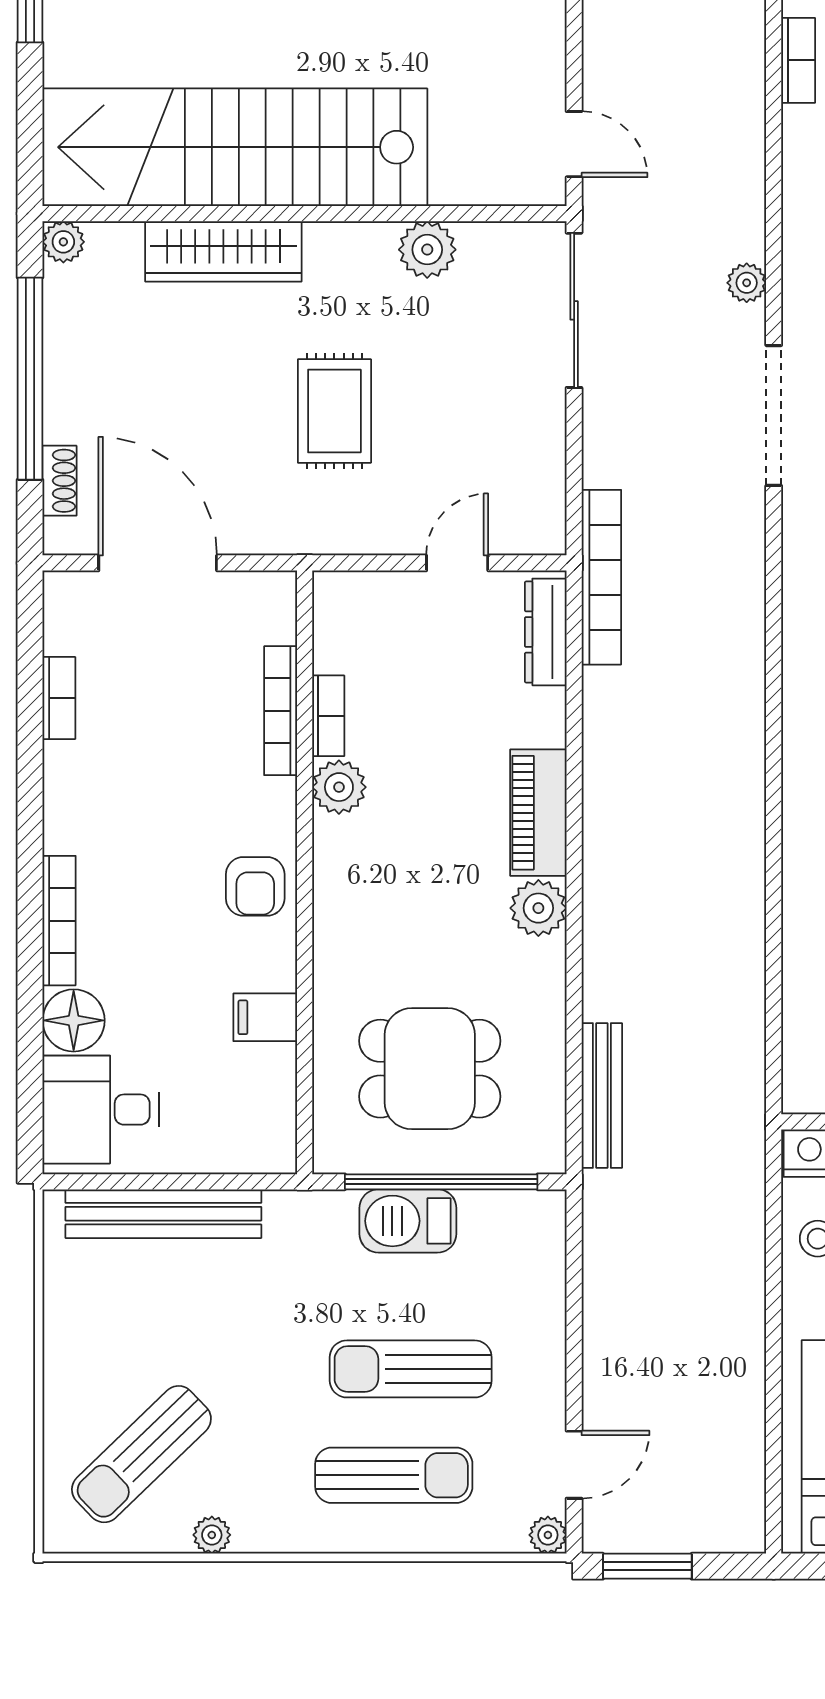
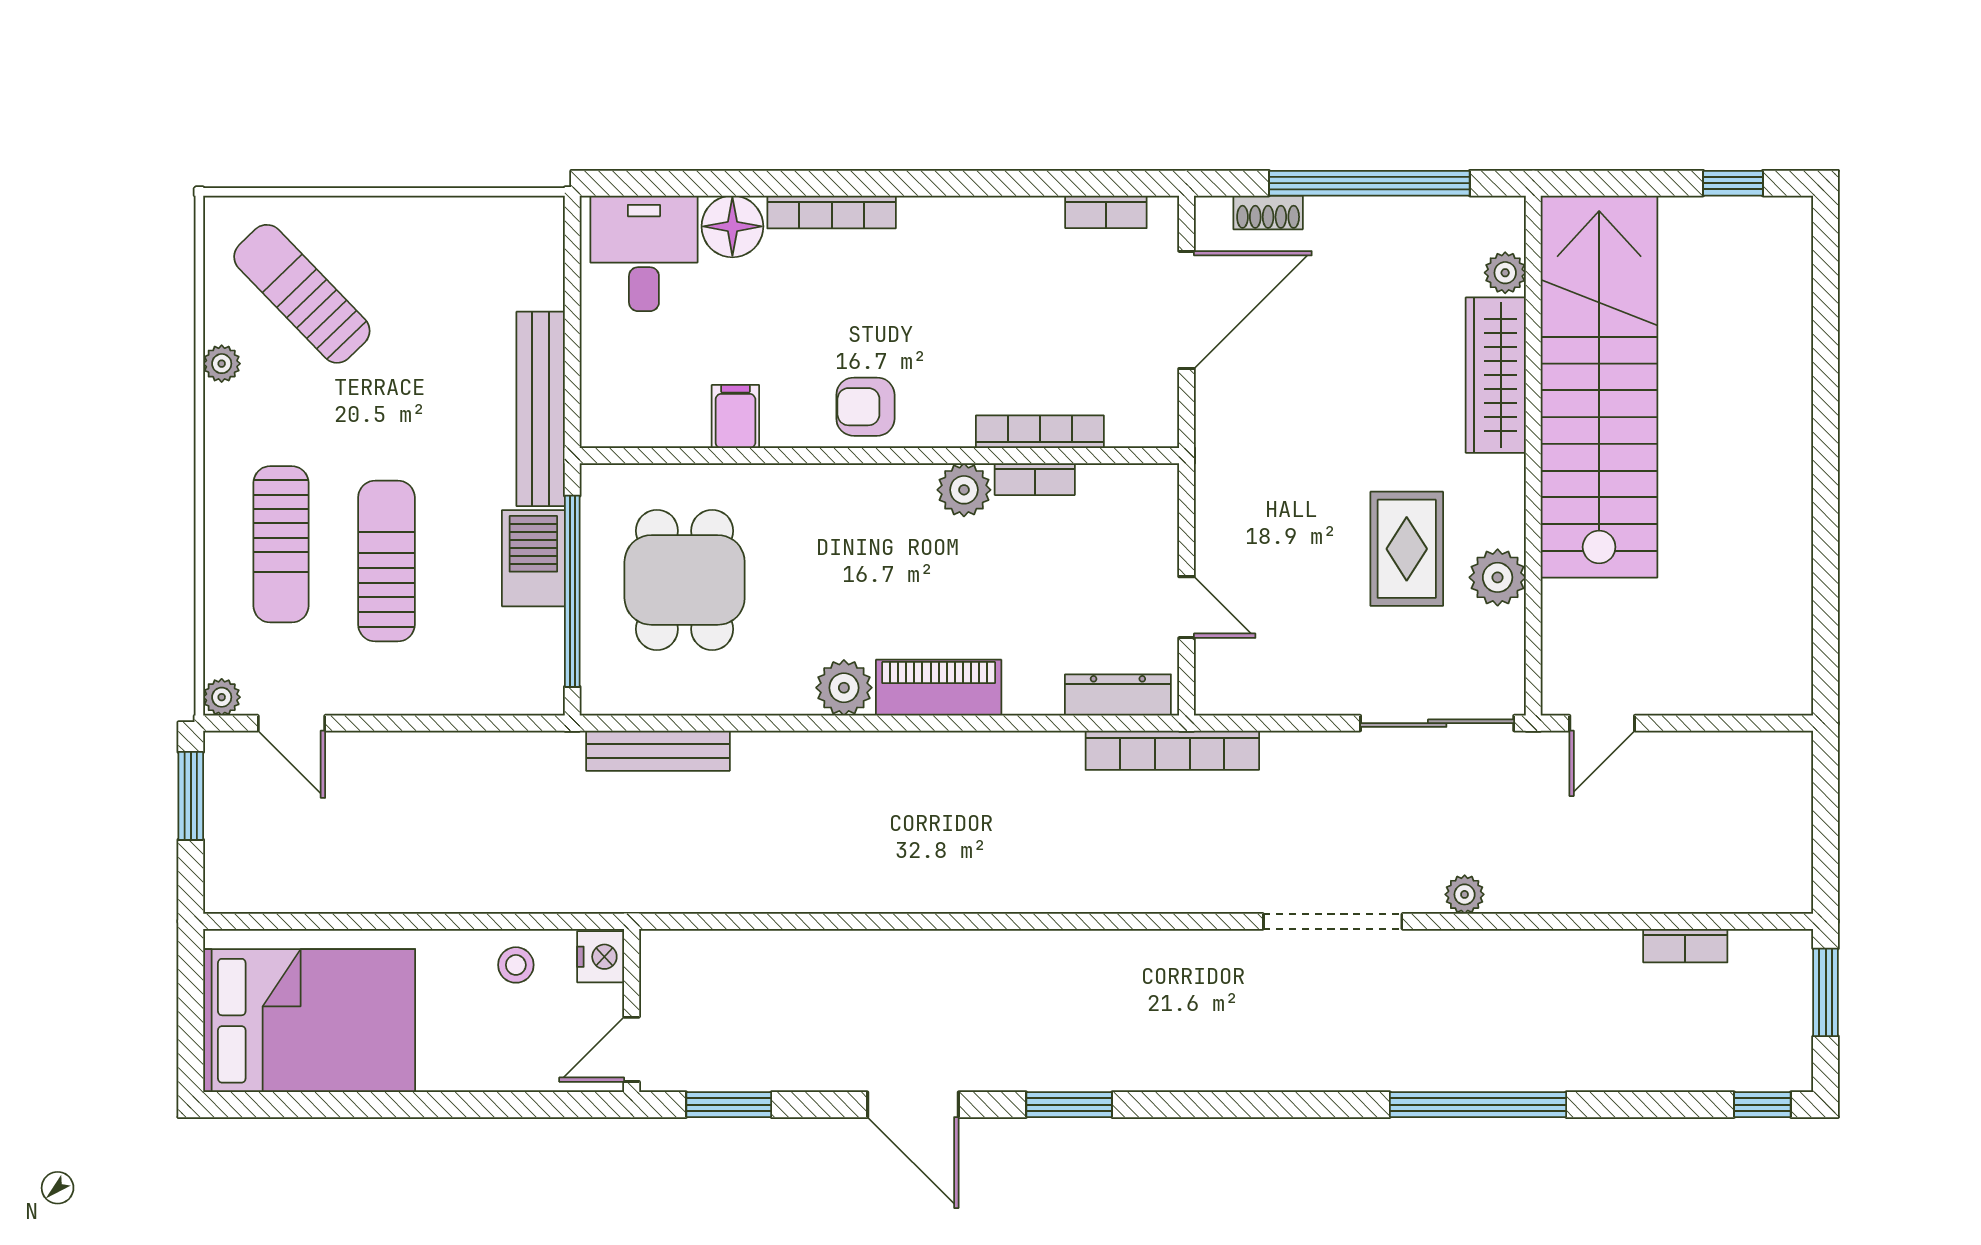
plant: (63, 242) -> (1505, 273), moved
rug: (334, 411) -> (1407, 549), moved, turned 90
bookcase: (59, 698) -> (1106, 212), moved
bench: (163, 1214) -> (541, 409), moved

